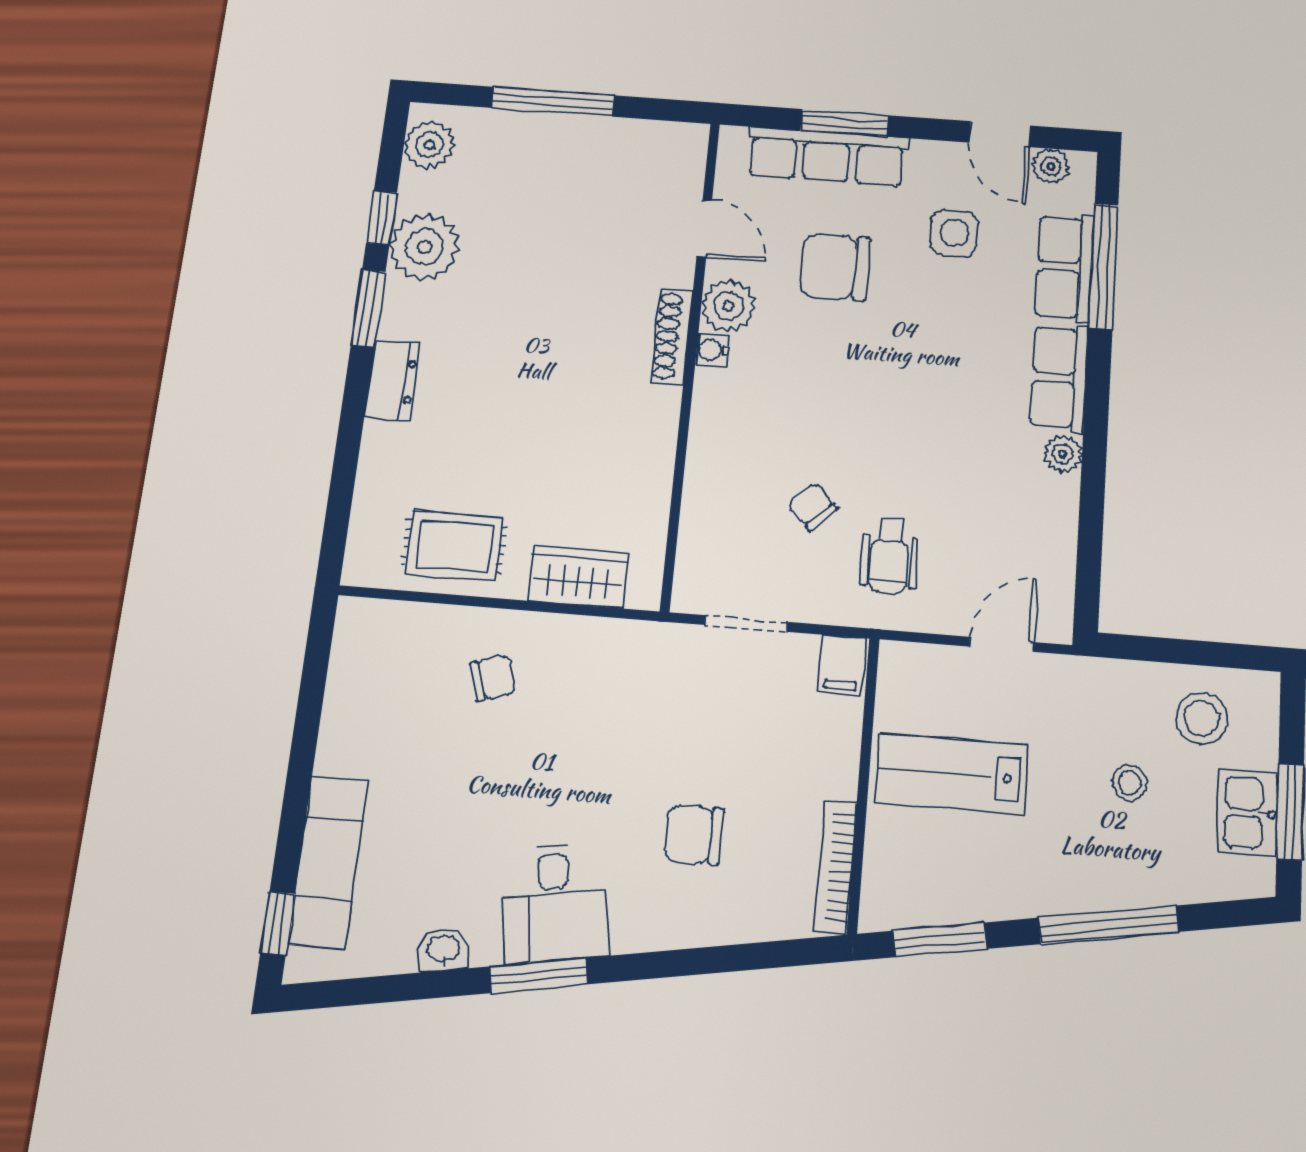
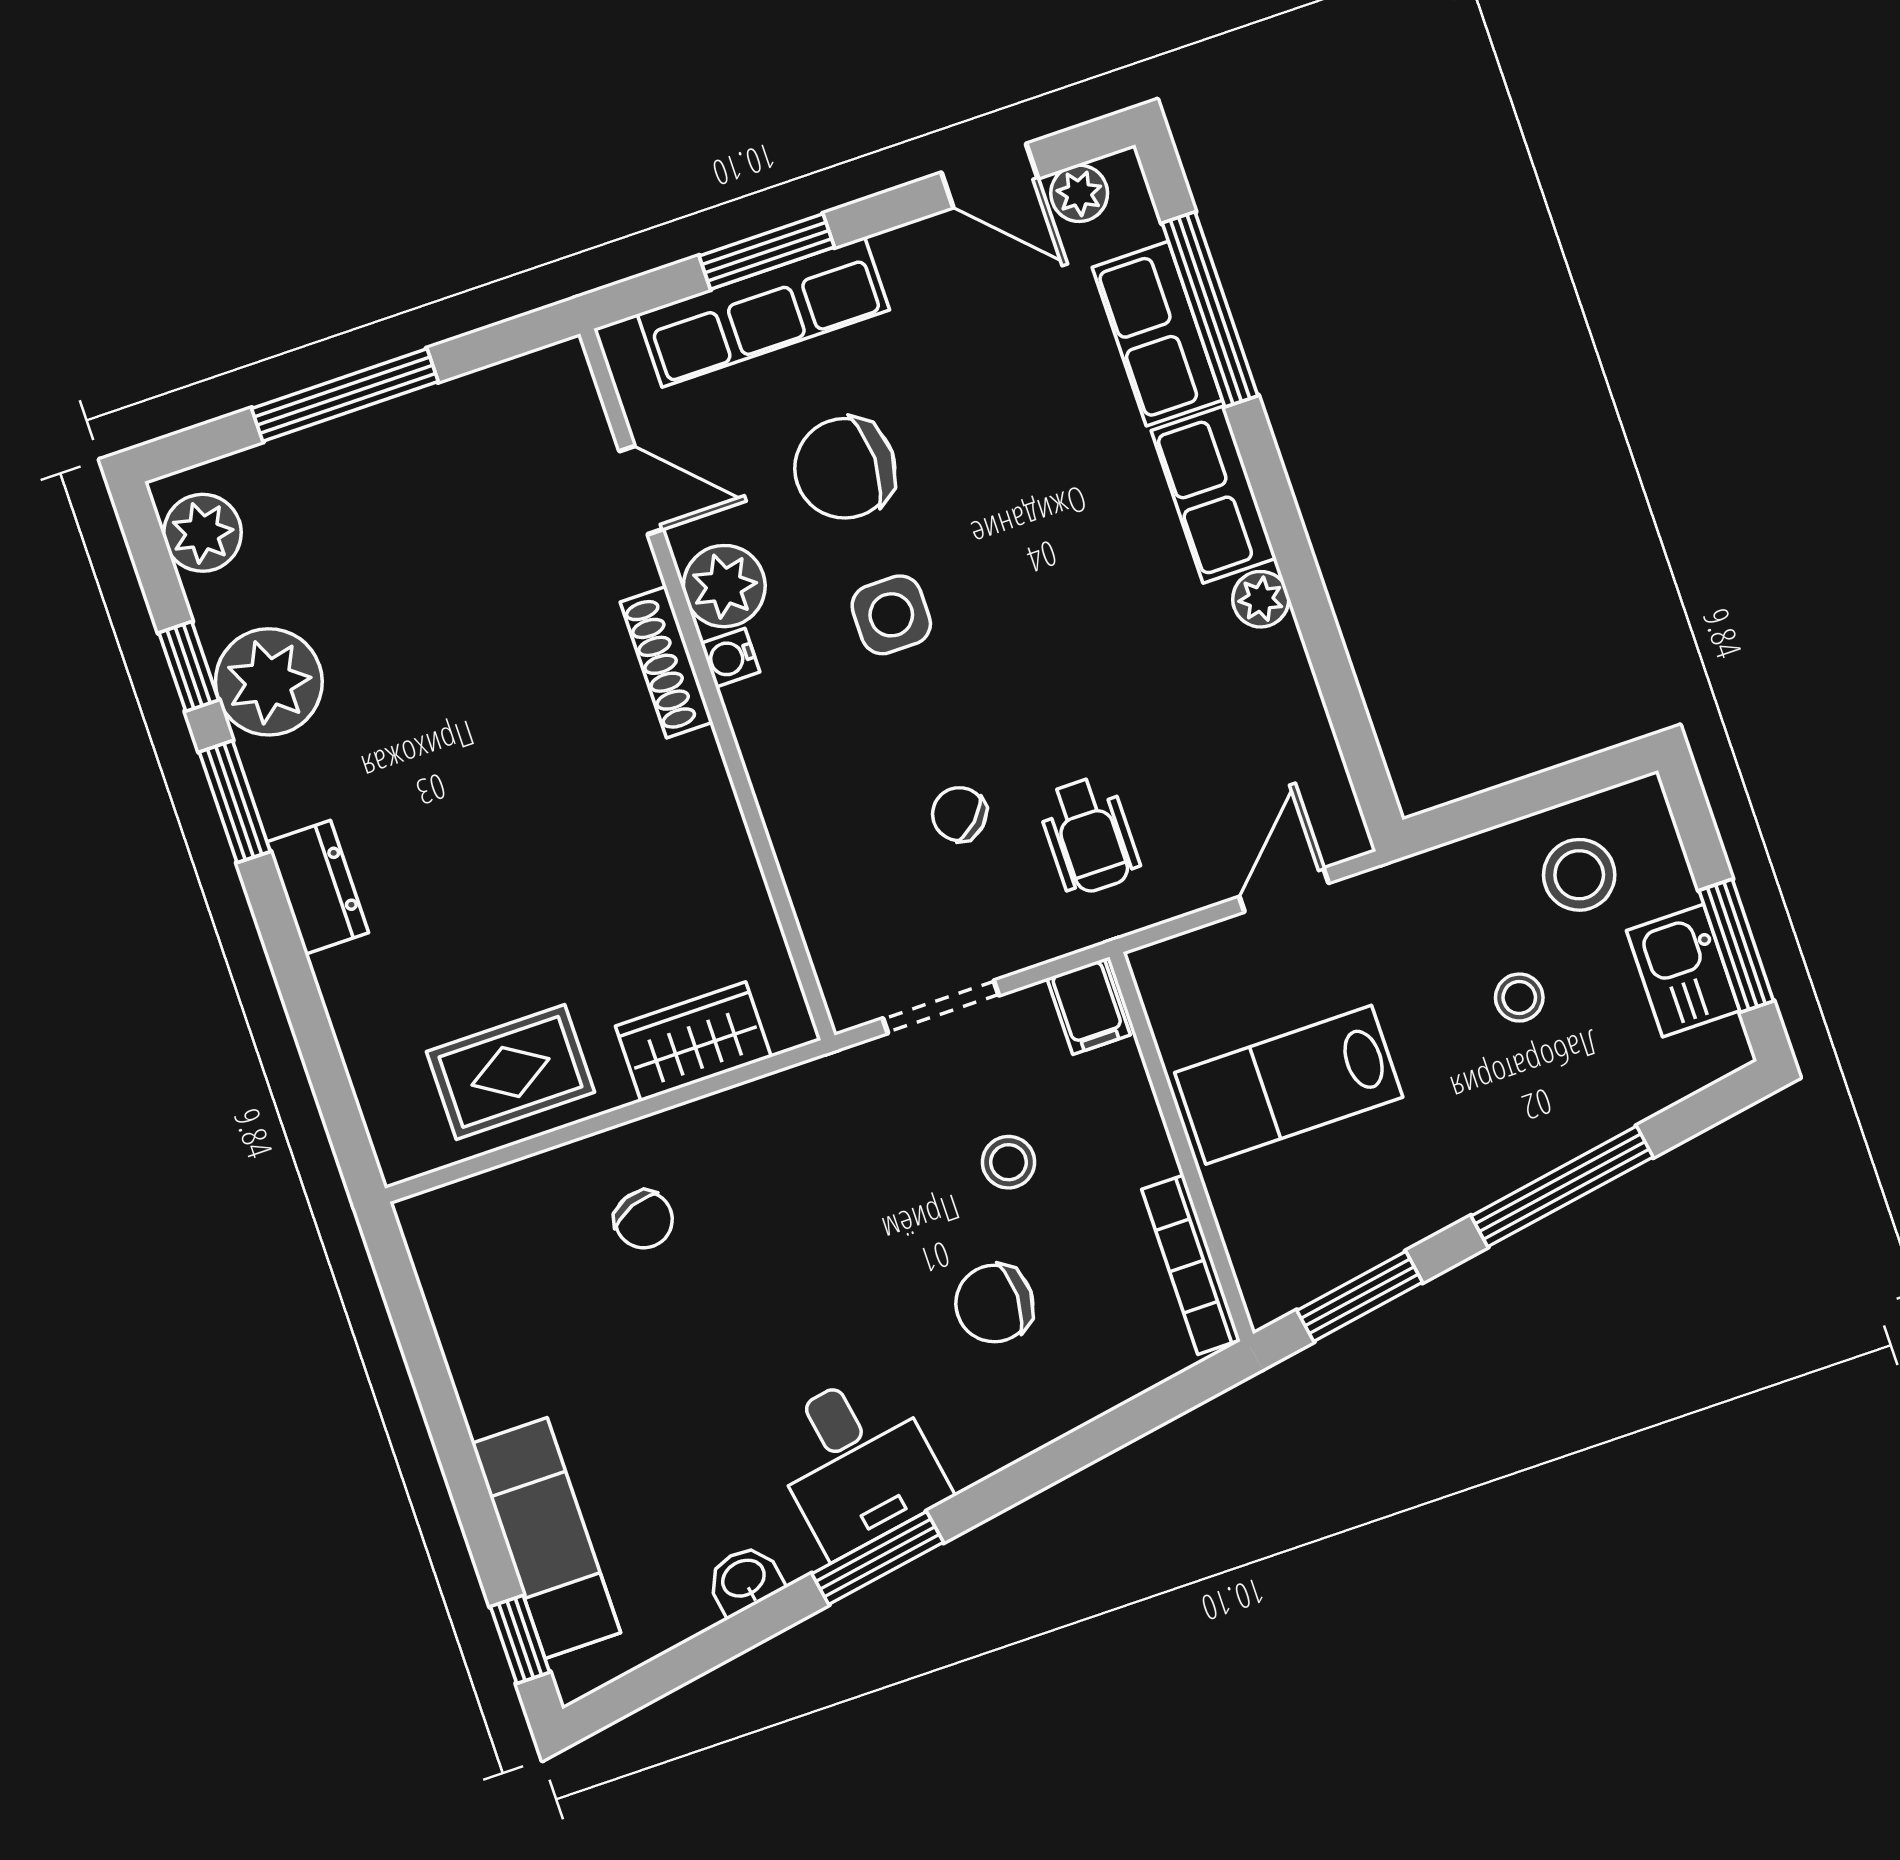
side table: (954, 233) -> (891, 615), moved
chair: (493, 678) -> (644, 1220), turned 87
stool: (745, 744) -> (1009, 1162), added

